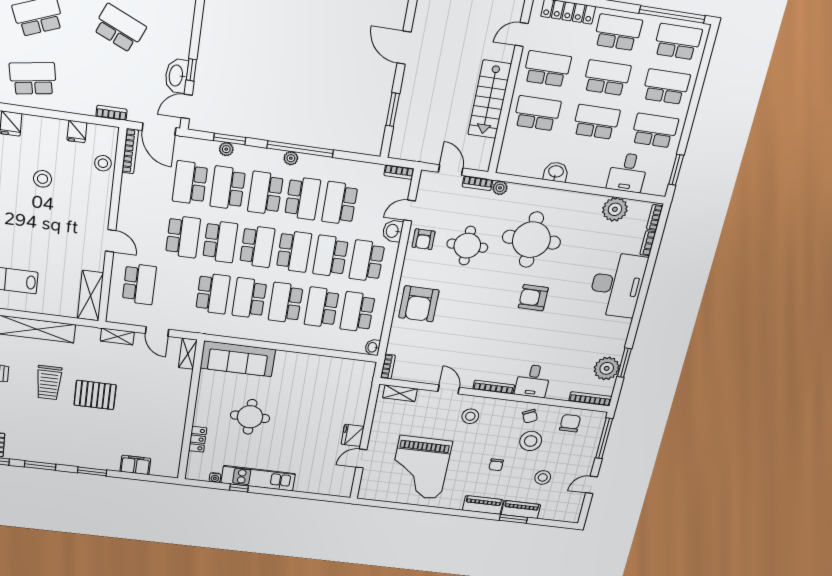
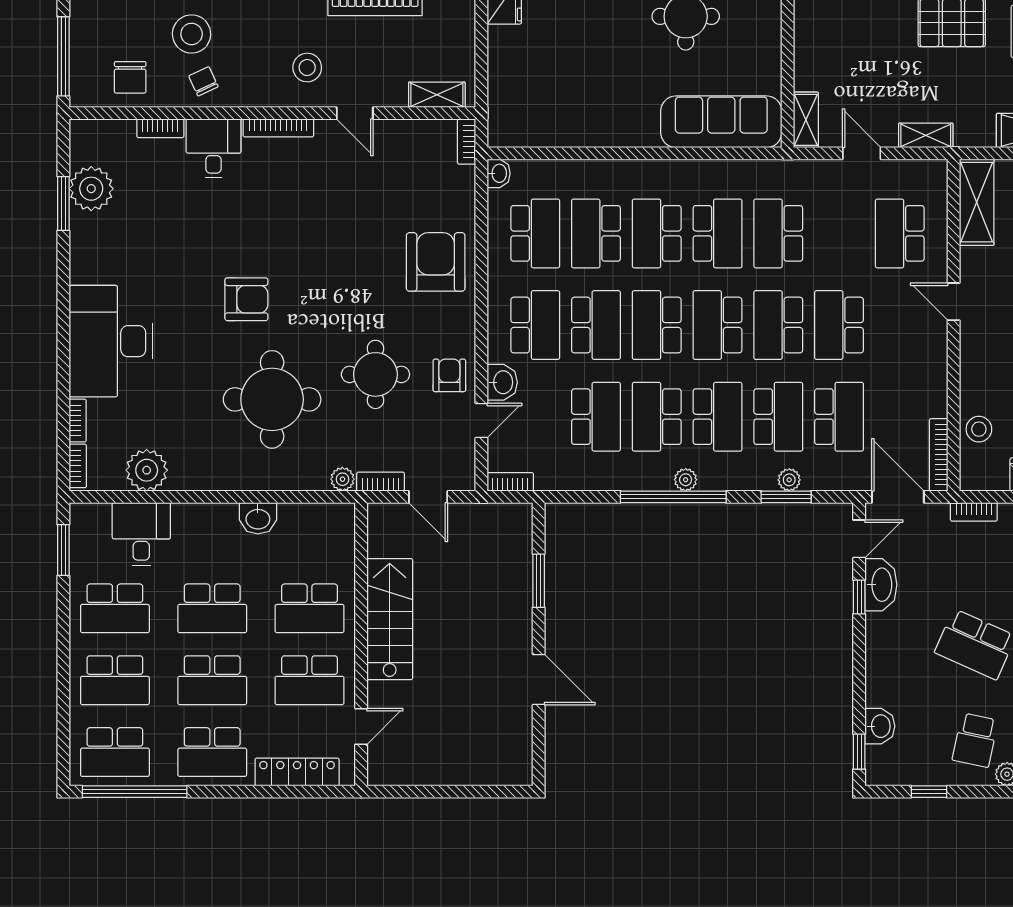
school desk: (286, 303) -> (657, 233), turned 180
school desk: (322, 307) -> (596, 233), turned 180
bookcase: (590, 399) -> (160, 128), moved, width x0.64

